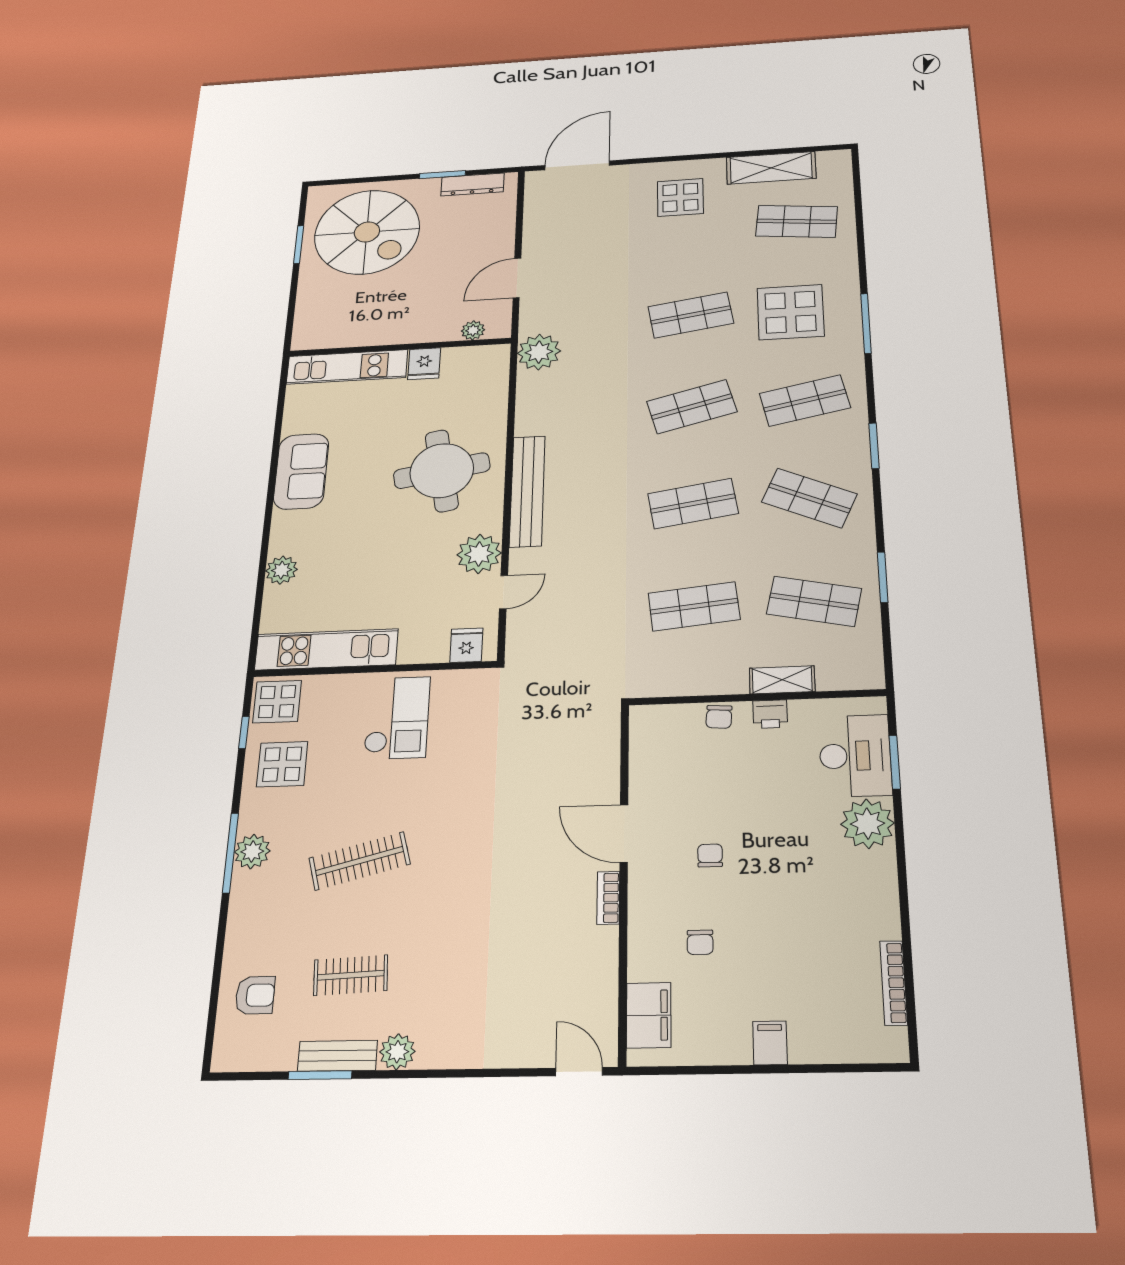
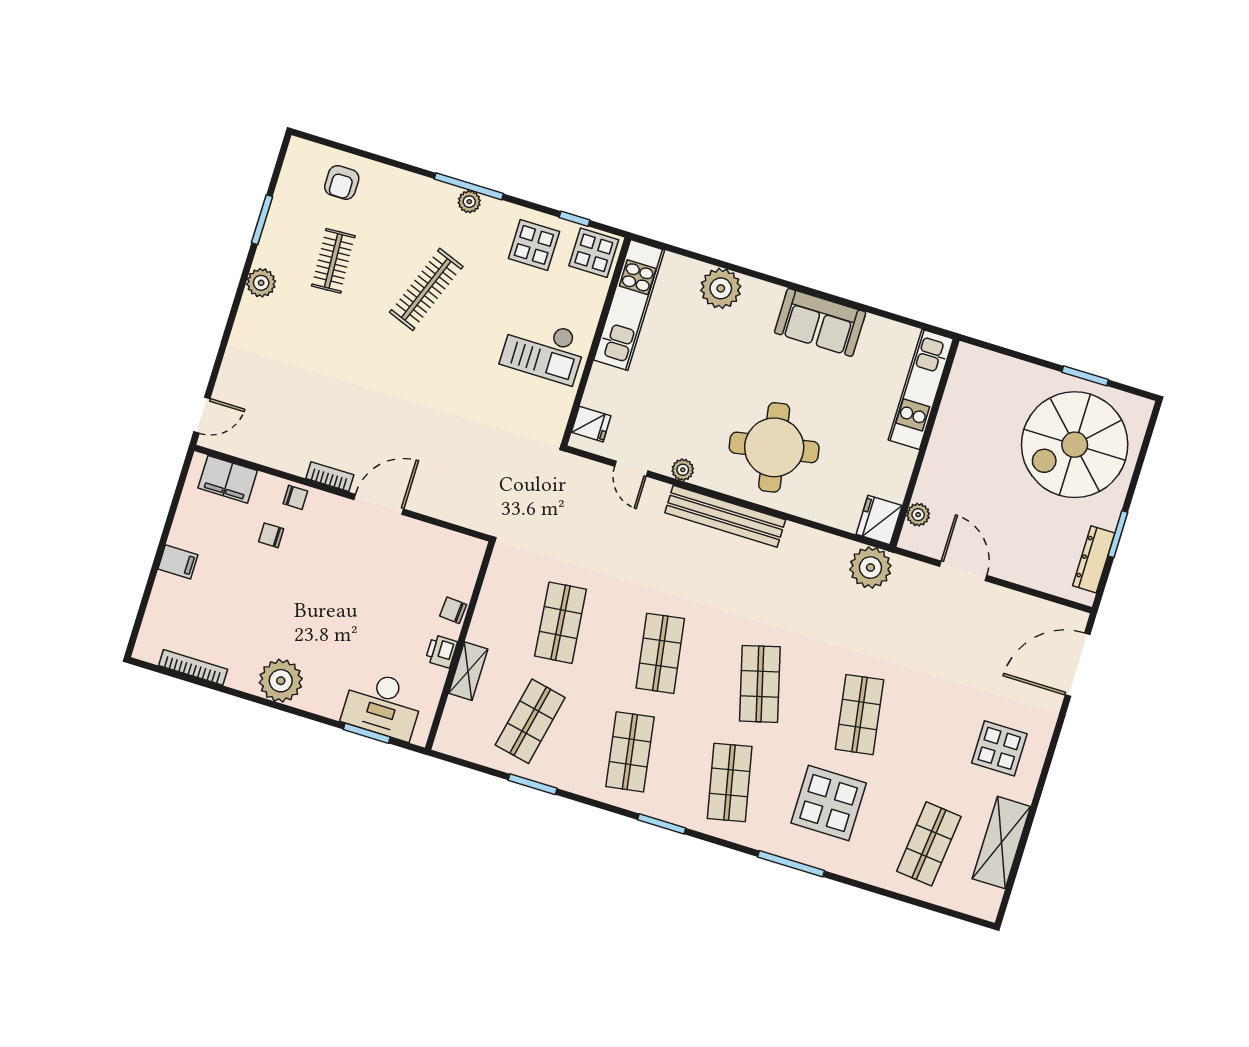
door: (577, 165) -> (1078, 665), swing flipped
fridge: (424, 364) -> (879, 520), moved, width x1.38
shop shelf: (809, 498) -> (630, 752), turned -33
plant: (479, 554) -> (683, 470), width x0.53, depth x0.53
plant: (281, 570) -> (721, 288), width x1.36, depth x1.36
plant: (867, 824) -> (281, 681), moved
plant: (252, 851) -> (469, 202), width x0.73, depth x0.73
chair: (710, 855) -> (295, 497), moved
clothes rail: (360, 861) -> (426, 289), turned 36
bench: (337, 1056) -> (273, 236), removed

